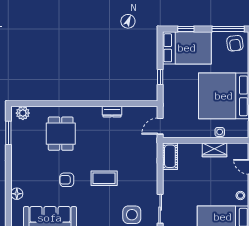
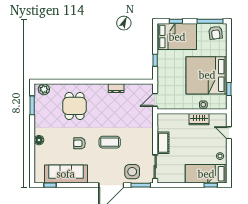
cot: (170, 156) -> (163, 143), moved
floor lamp: (17, 194) -> (39, 140), moved

